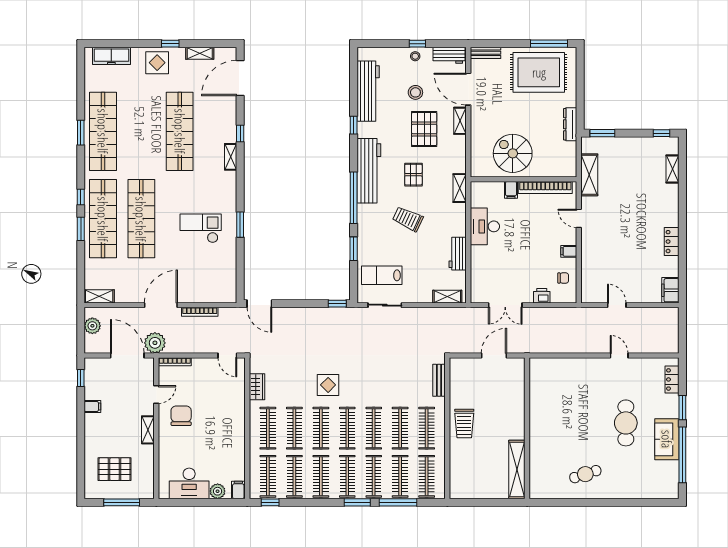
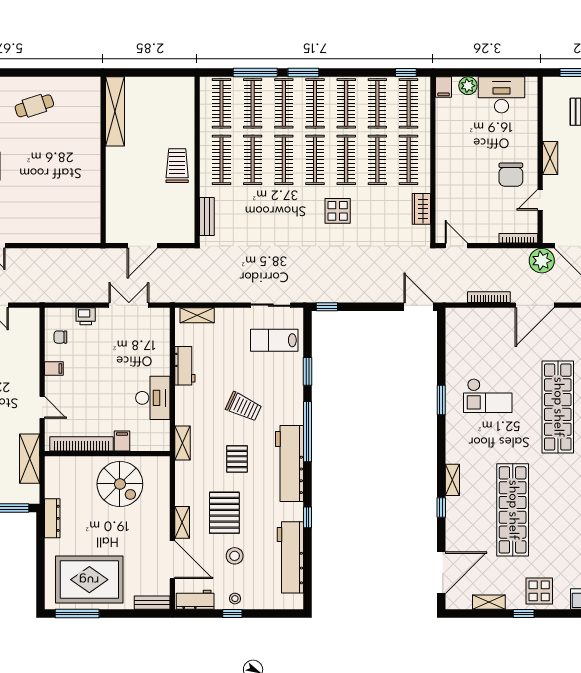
lab bench: (382, 275) -> (274, 340), turned 180

